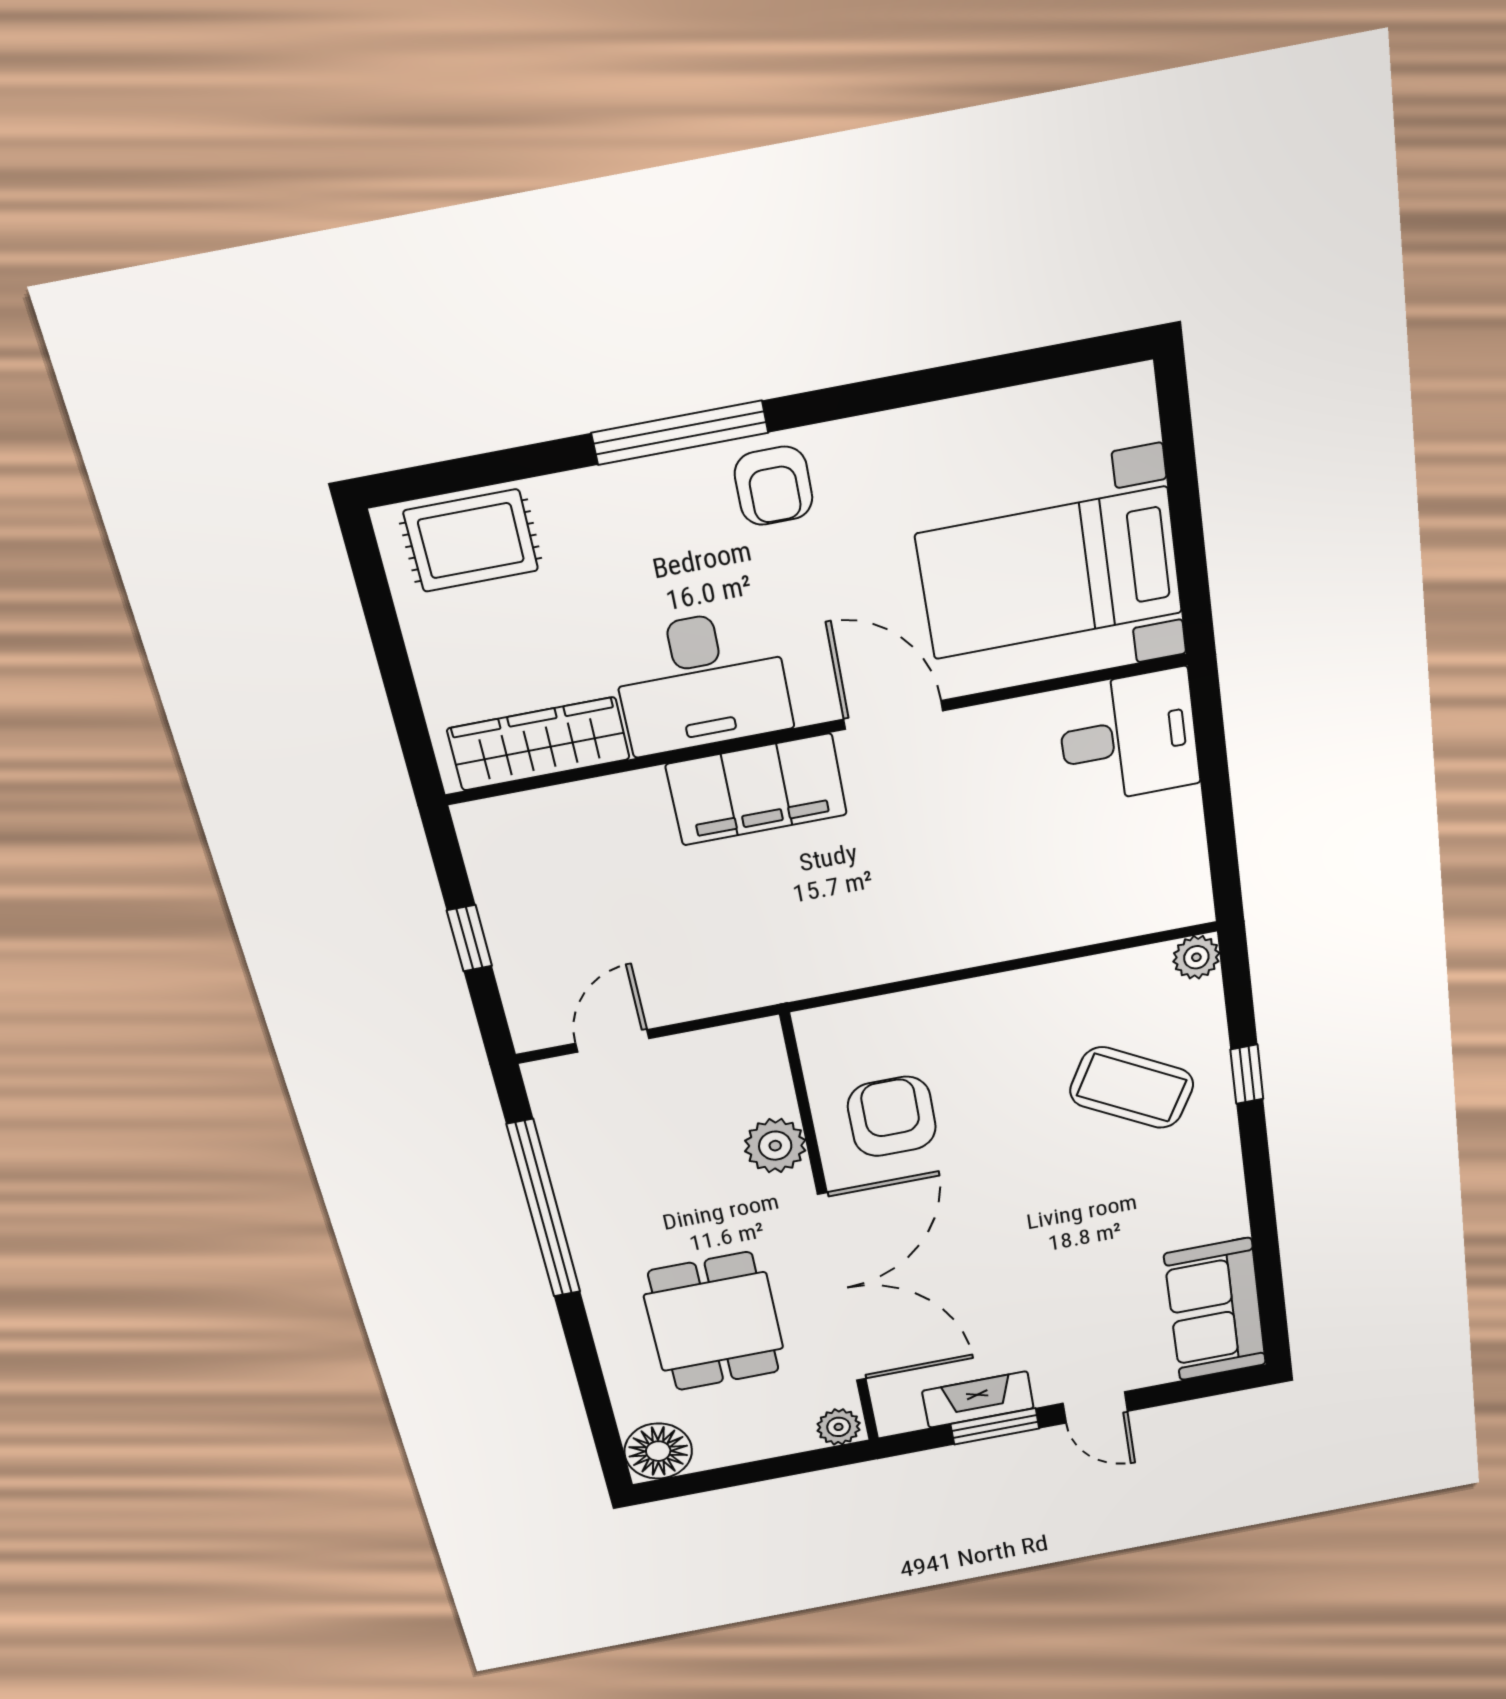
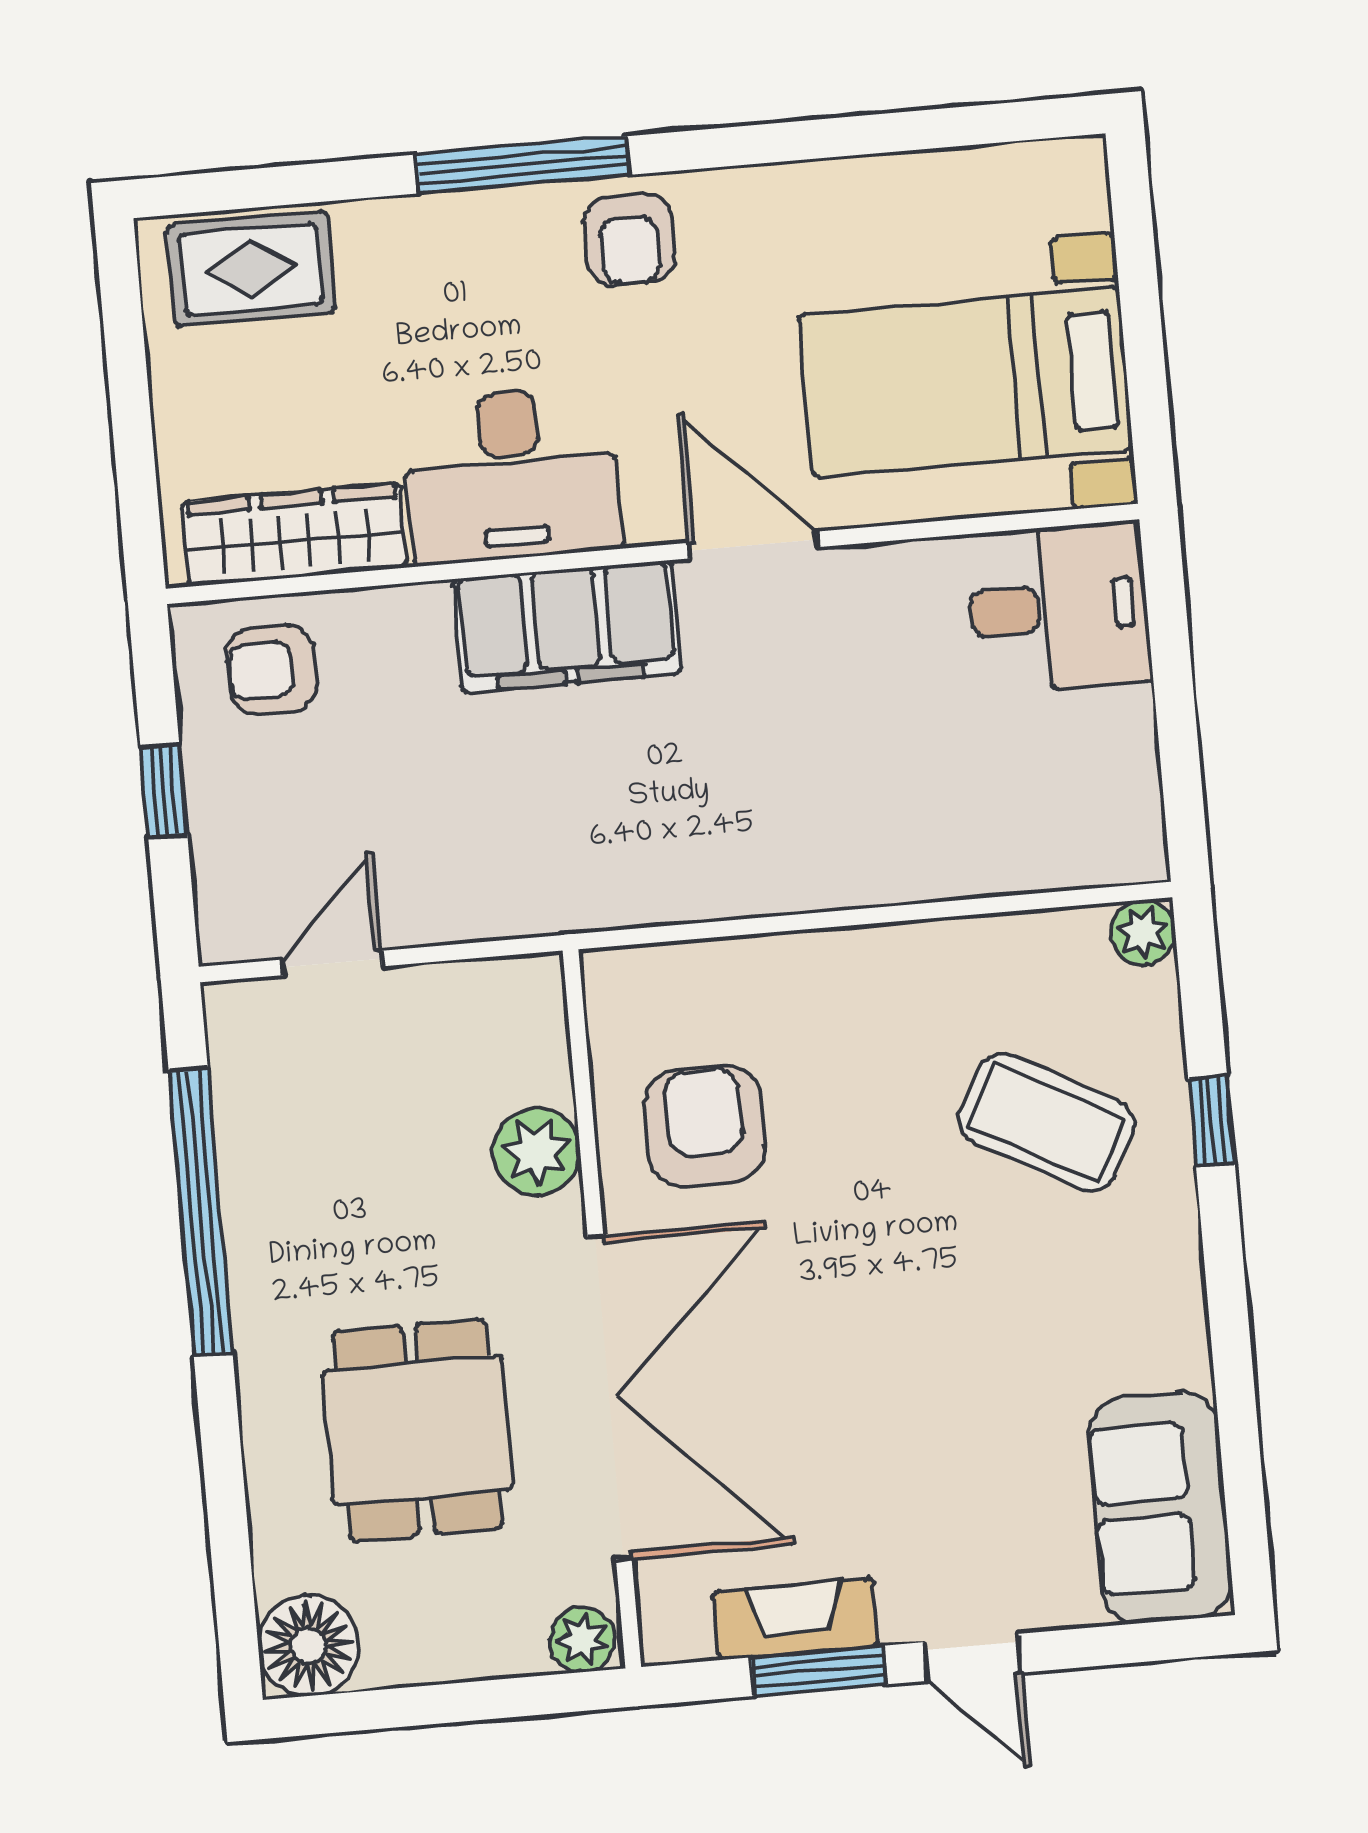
armchair: (536, 844) -> (272, 670), added

